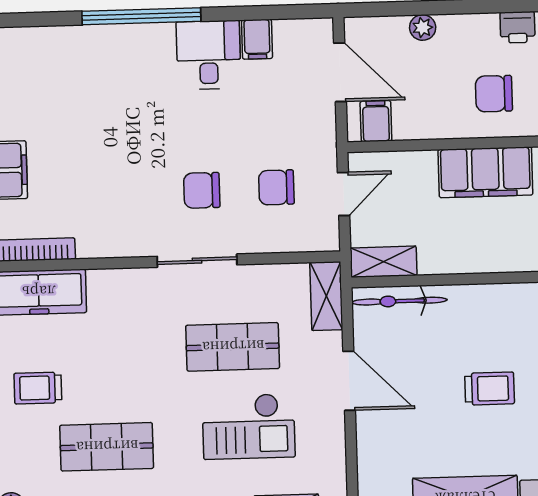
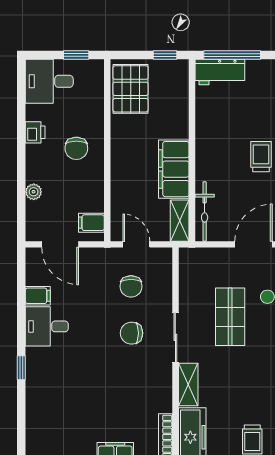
window: (141, 16) -> (21, 368), width x0.32
door: (340, 72) -> (60, 244), swing flipped
filing cabinet: (485, 172) -> (174, 169), moved, turned 180
chair: (202, 190) -> (131, 333), turned 90
shelving: (326, 296) -> (188, 385), moved, turned 90

